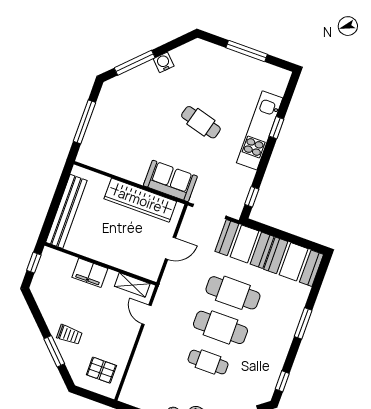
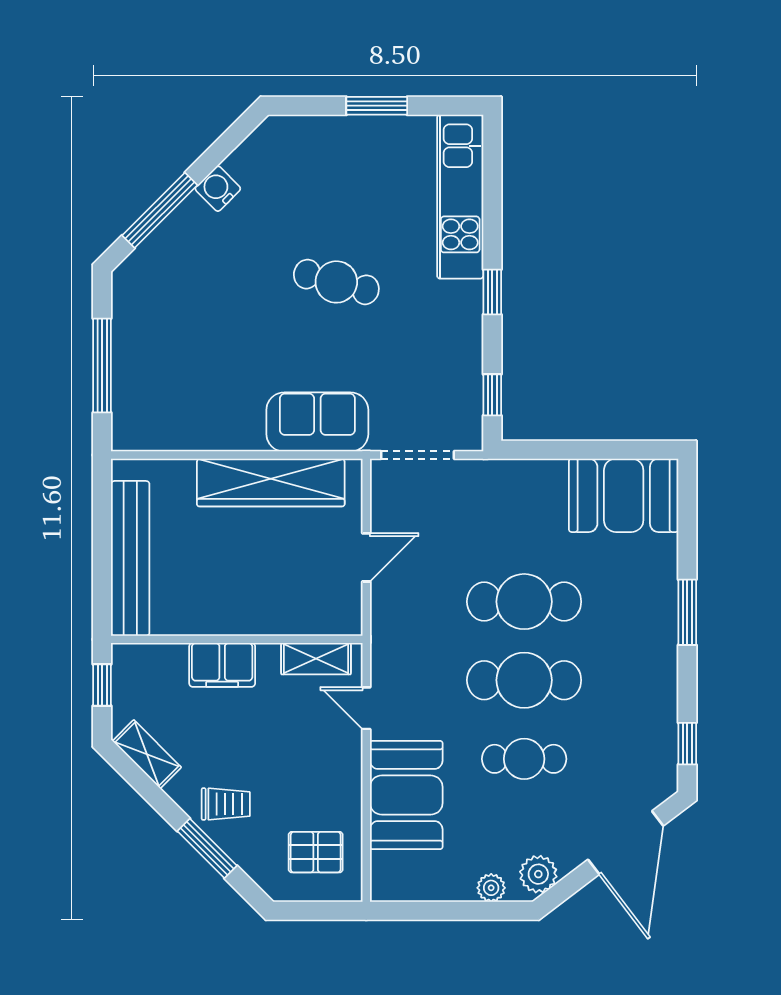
window: (247, 51) -> (377, 106), width x0.69
window: (277, 128) -> (492, 292), moved
kitchen unit: (260, 130) -> (460, 197), moved
booth: (244, 244) -> (406, 795), moved, turned 90
shelving: (43, 300) -> (147, 754), added

